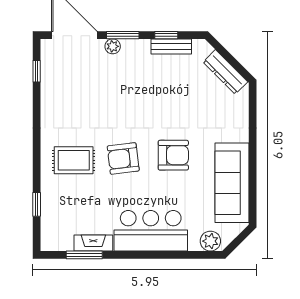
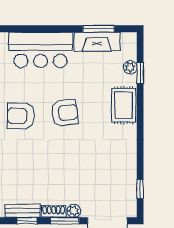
shoe rack: (136, 46) -> (54, 212), added
rug: (74, 160) -> (124, 105), moved, turned 90
plant: (48, 211) -> (130, 67), added
fireplace: (93, 243) -> (97, 41), width x1.37, depth x1.32

